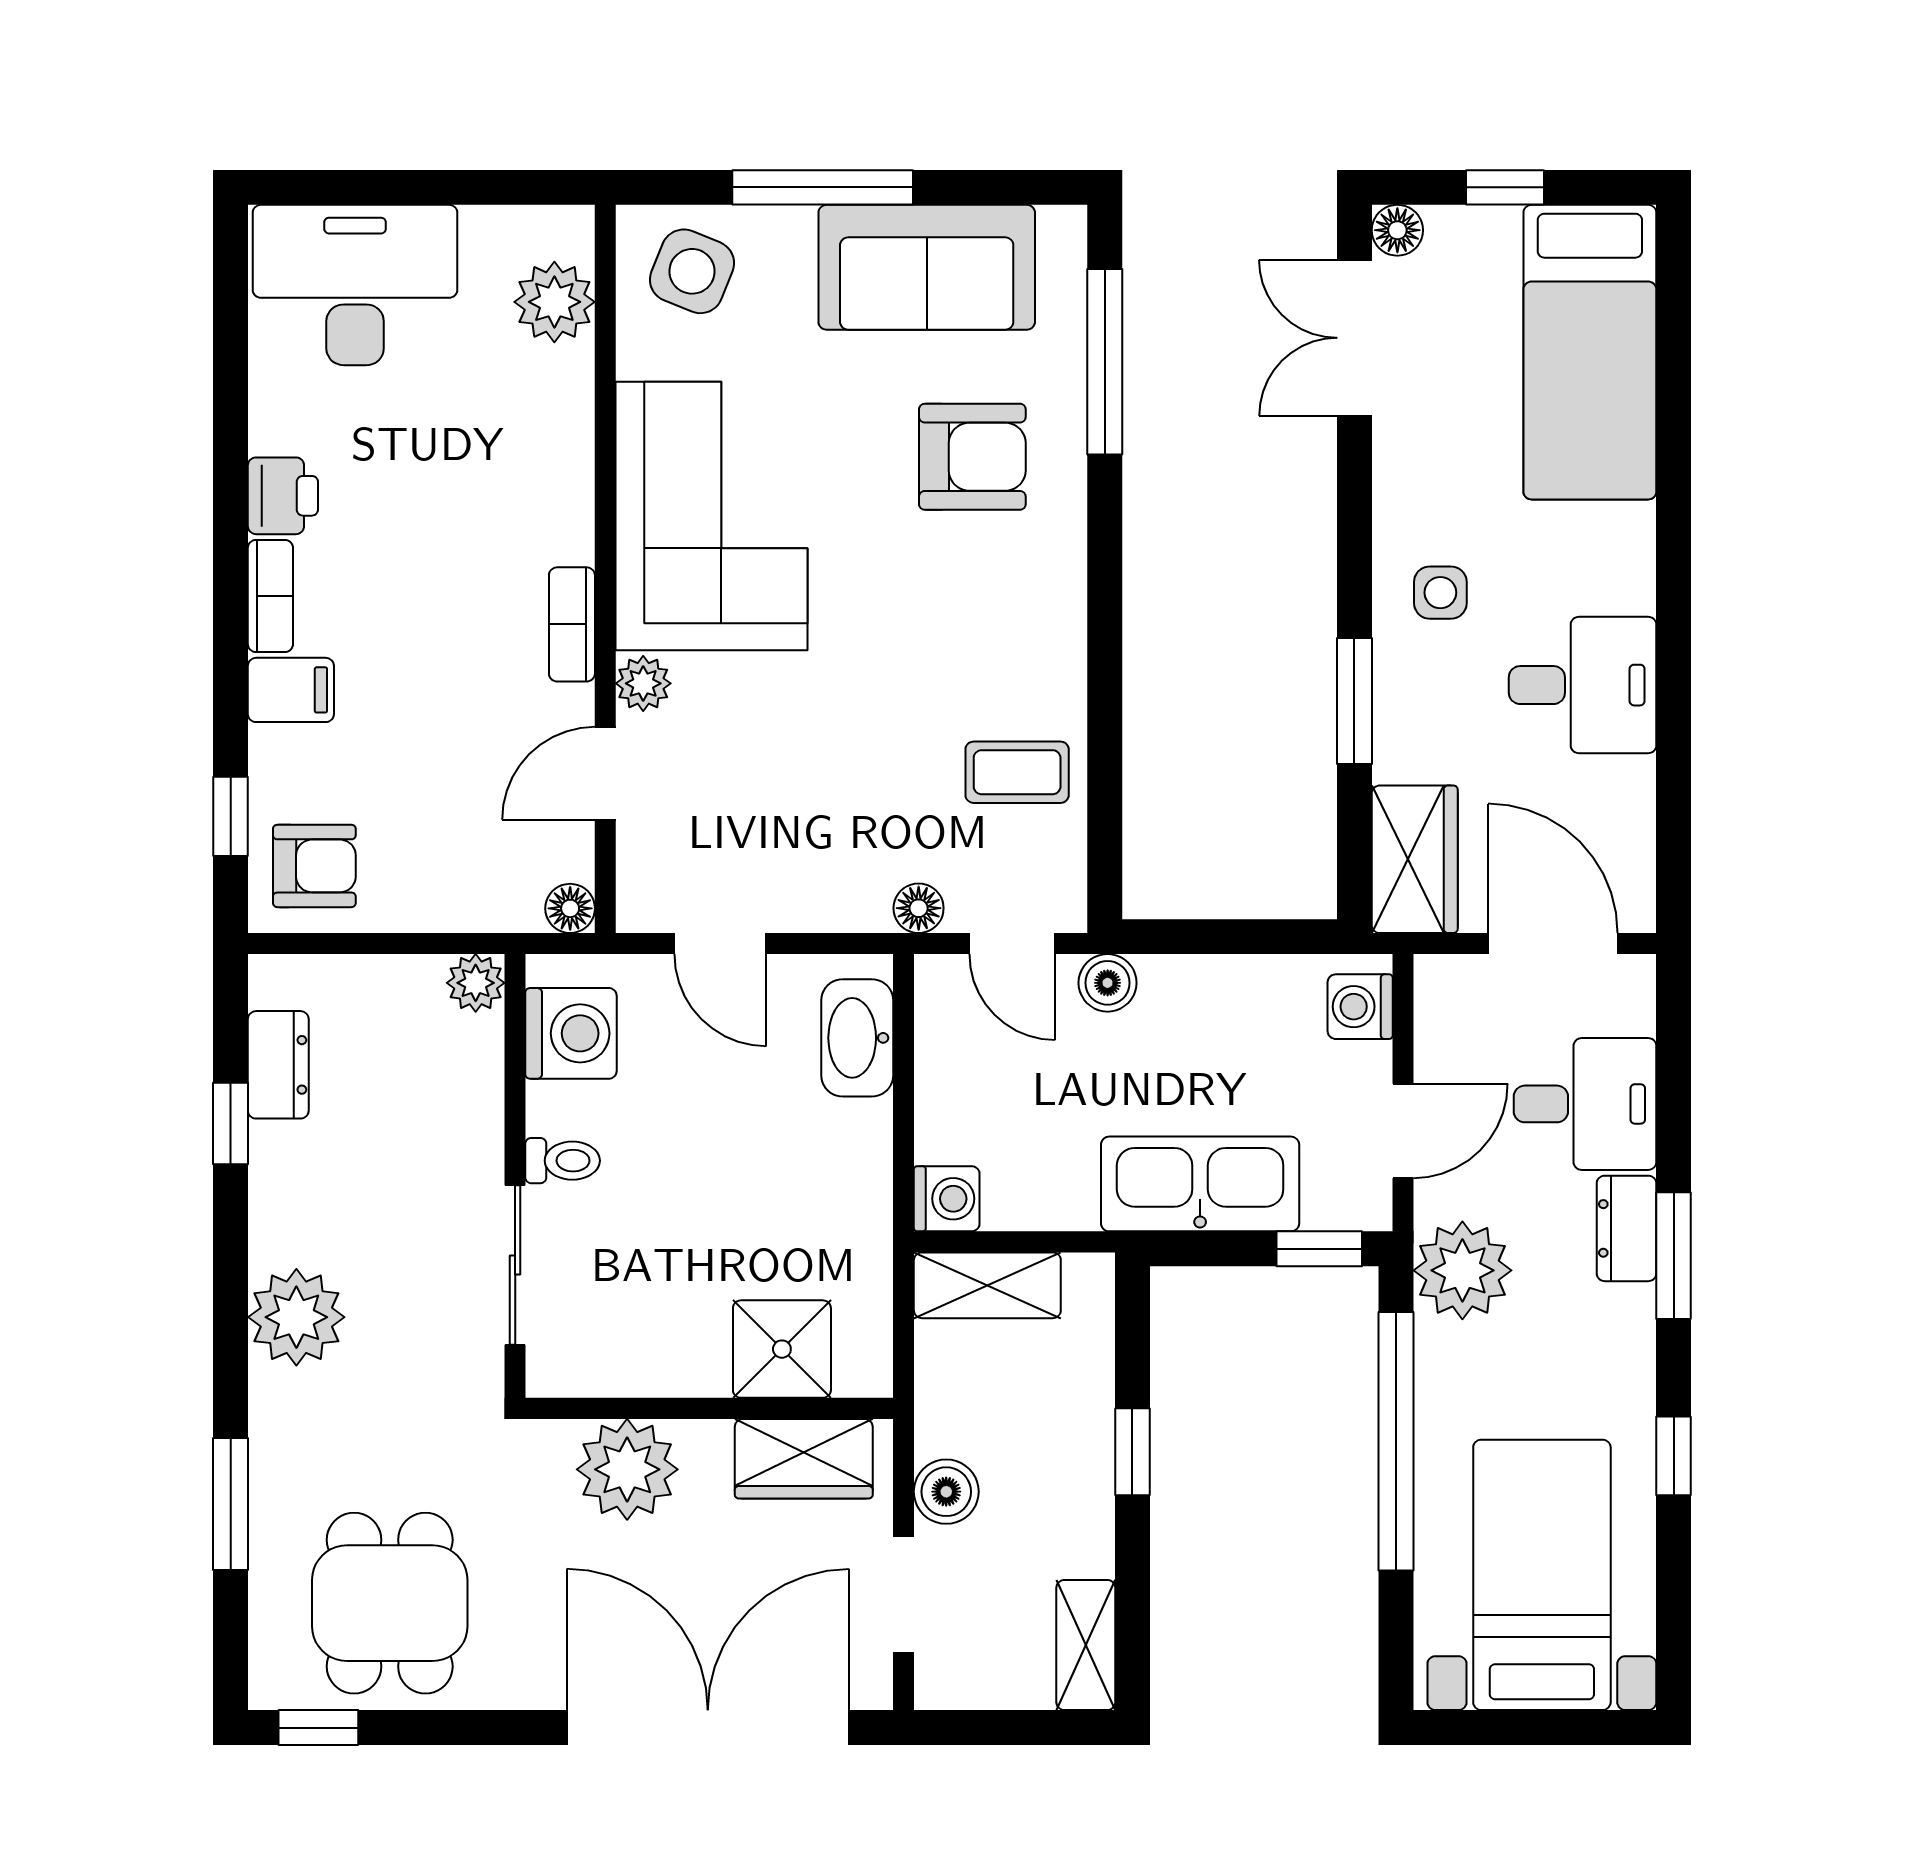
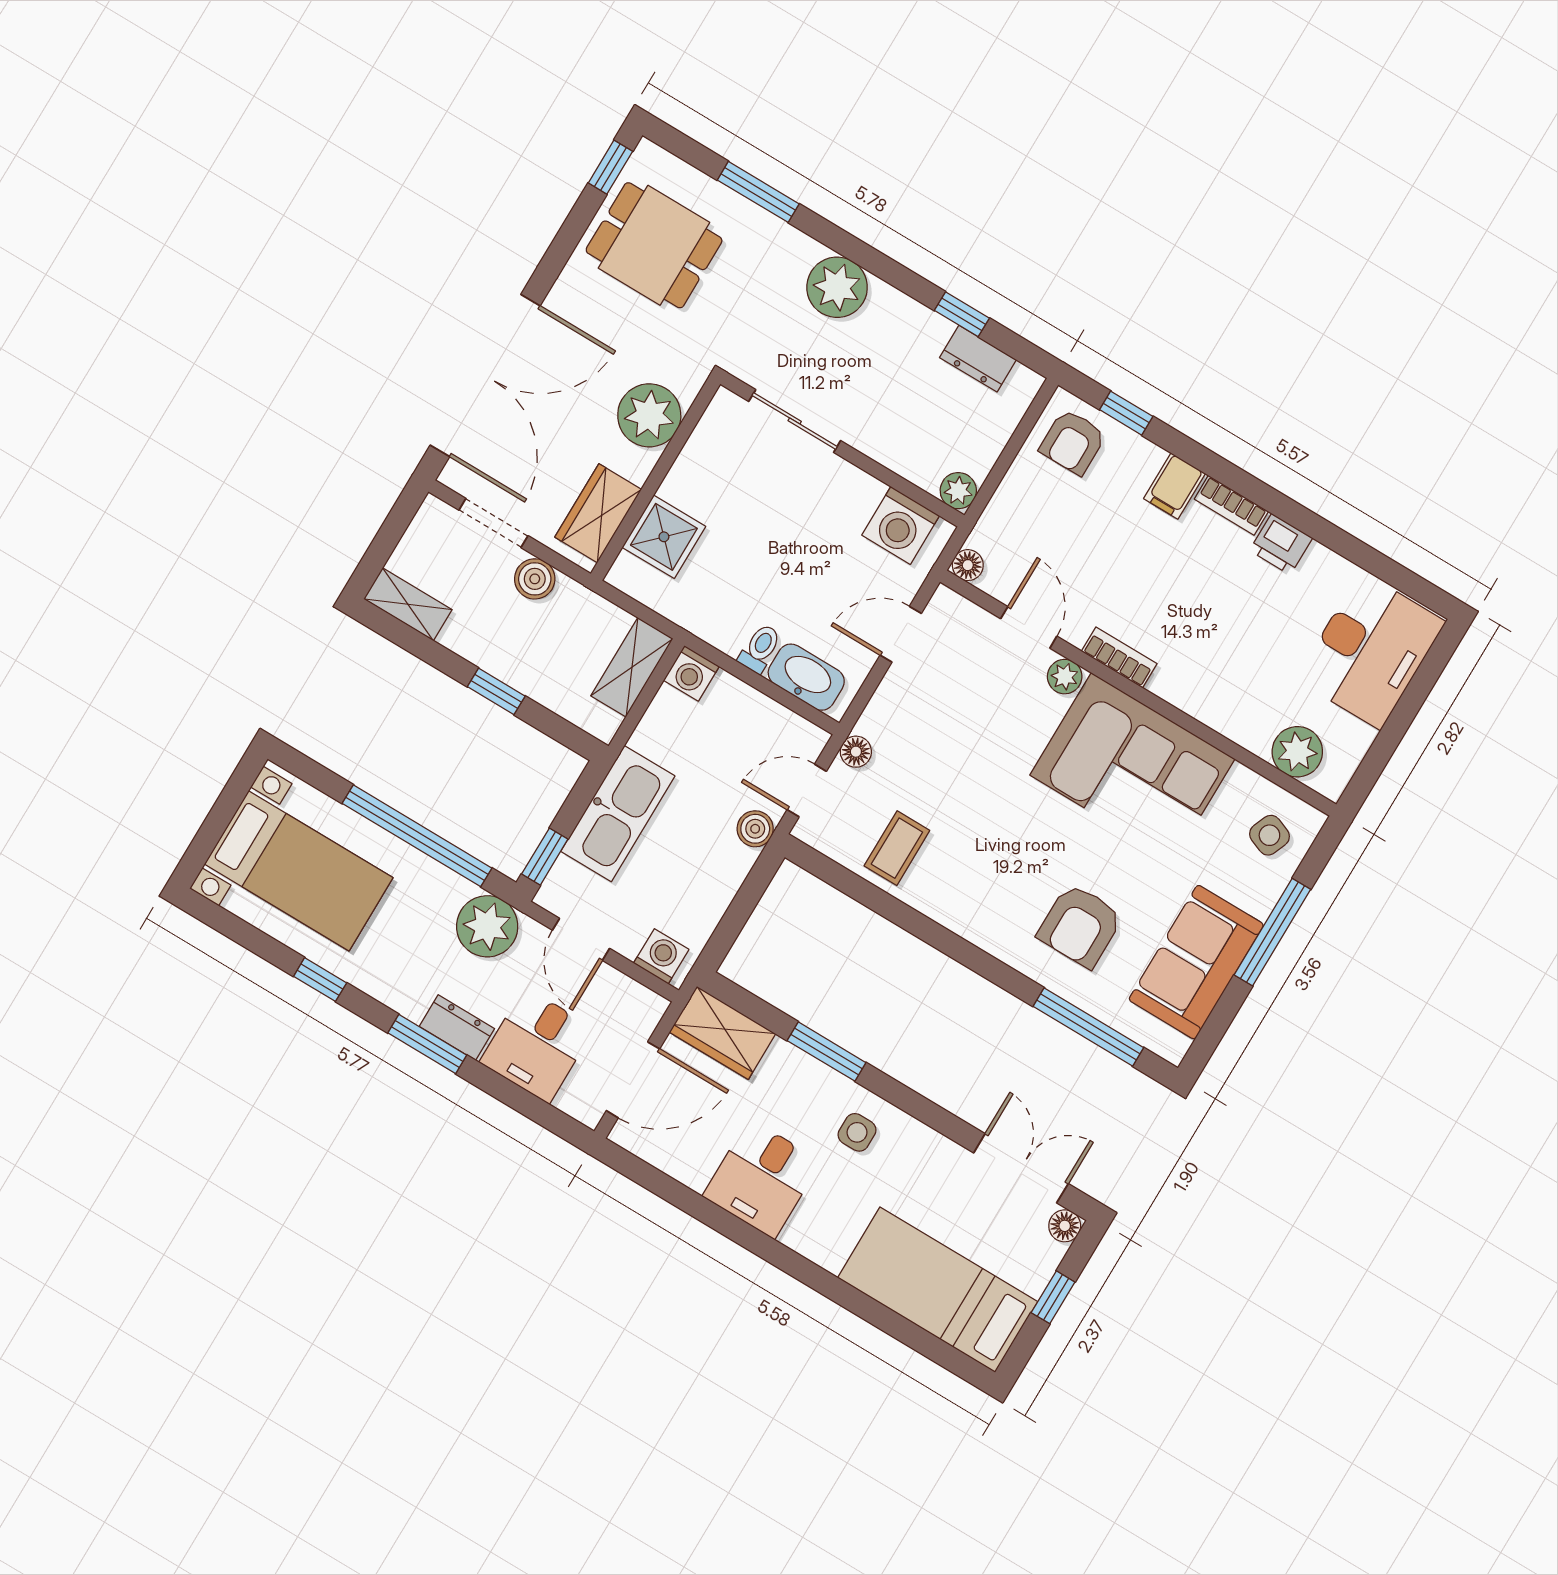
side table: (692, 271) -> (1269, 835), width x0.73, depth x0.73
toilet: (563, 1161) -> (760, 648), moved, turned 180

